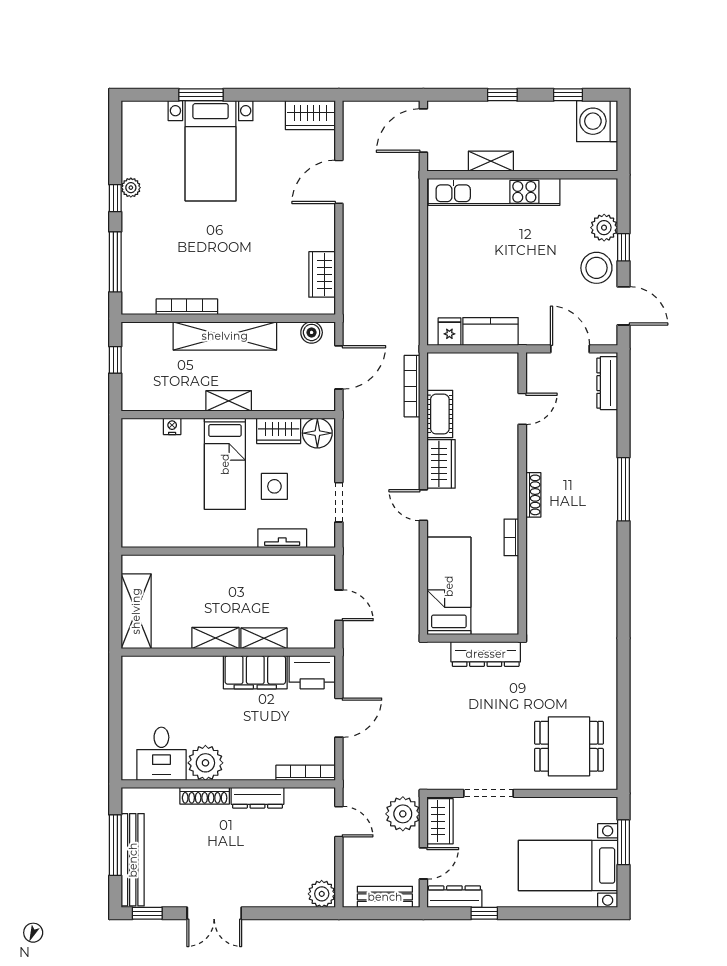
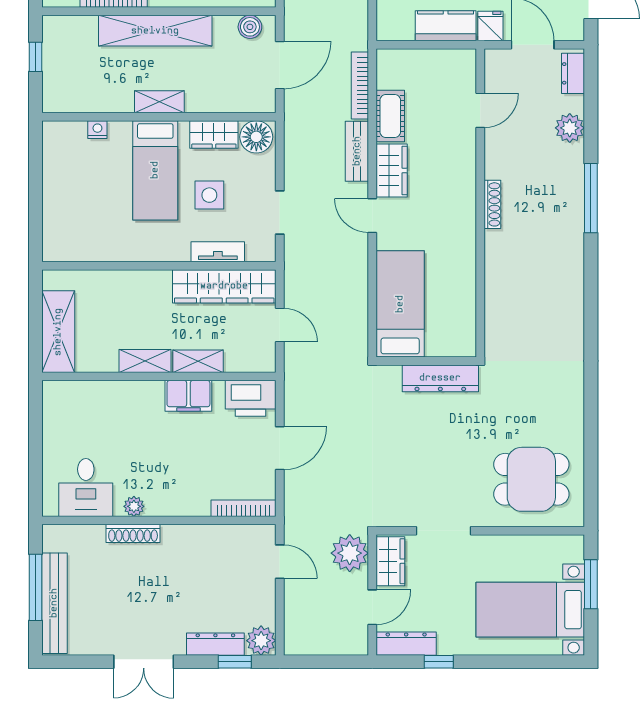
fridge: (449, 332) -> (490, 26), moved
dresser: (607, 383) -> (573, 73), width x0.70
plant: (604, 425) -> (570, 128), added
bookcase: (511, 537) -> (468, 251), removed
wardrobe: (288, 570) -> (224, 286), added
filing cabinet: (255, 672) -> (188, 396), width x0.67, depth x0.86
plant: (205, 763) -> (134, 506), width x0.53, depth x0.53
dresser: (257, 798) -> (215, 644), moved, turned 180
bench: (385, 897) -> (357, 151), moved, turned 90
window: (147, 913) -> (235, 662), moved

